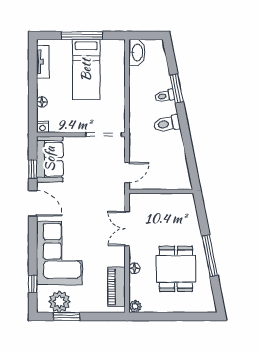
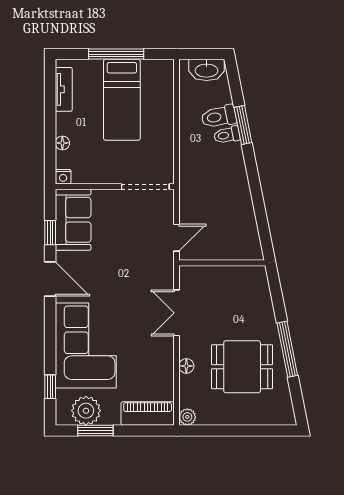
washbasin: (137, 52) -> (207, 70), moved, turned 90
toilet: (167, 124) -> (219, 117), moved
dining table: (176, 269) -> (242, 367), turned 90
piano: (116, 287) -> (148, 413), moved, turned 90

